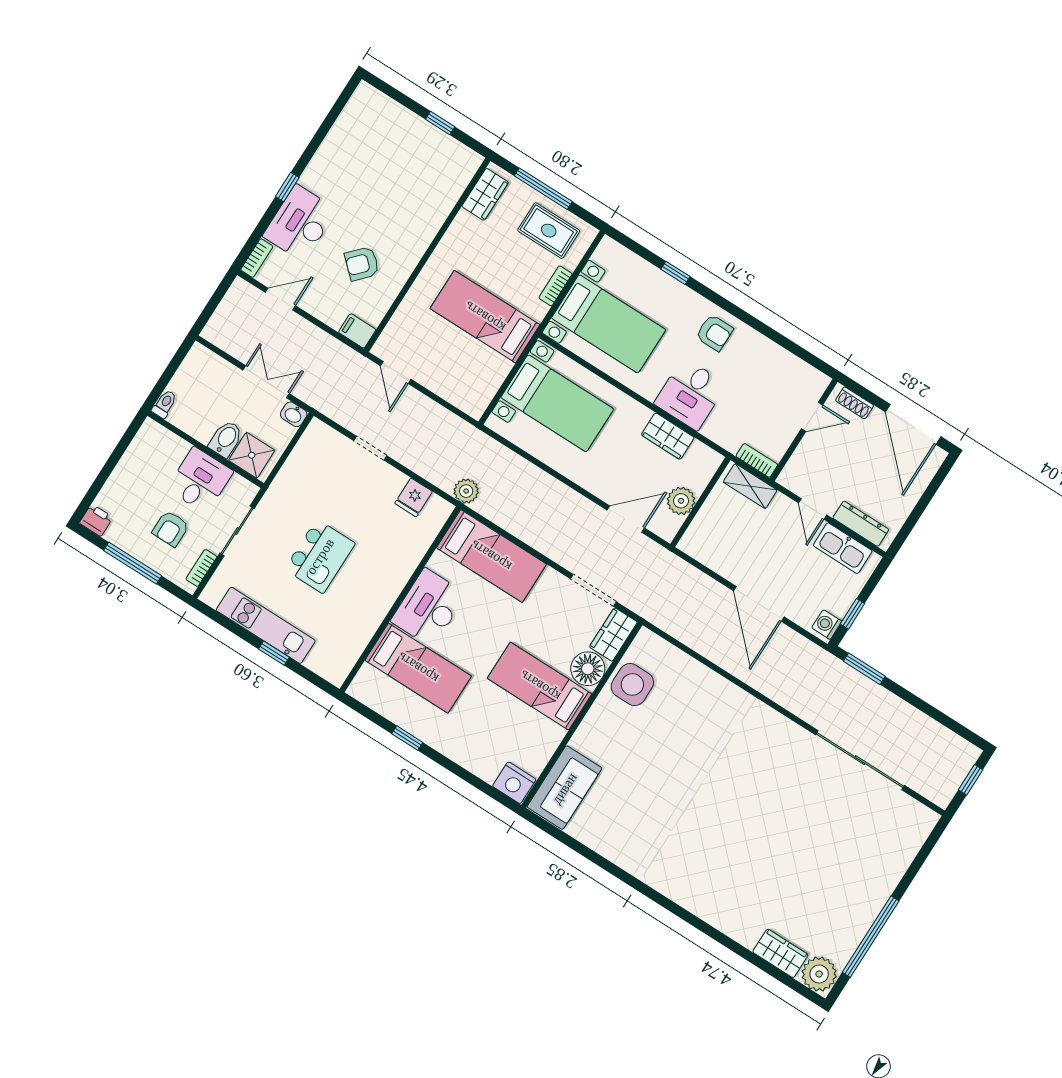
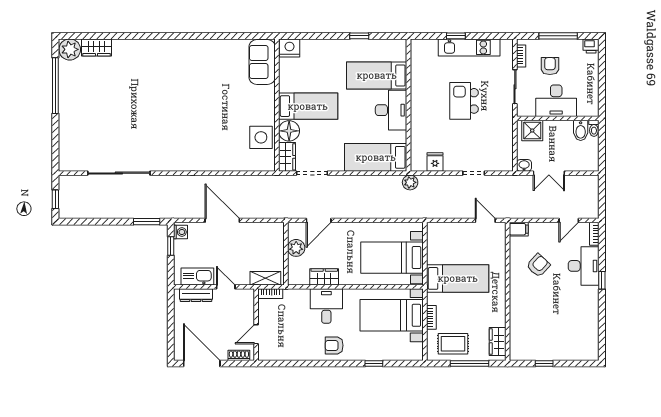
bidet: (226, 439) -> (581, 130), moved
desk: (200, 480) -> (556, 101), width x1.37

